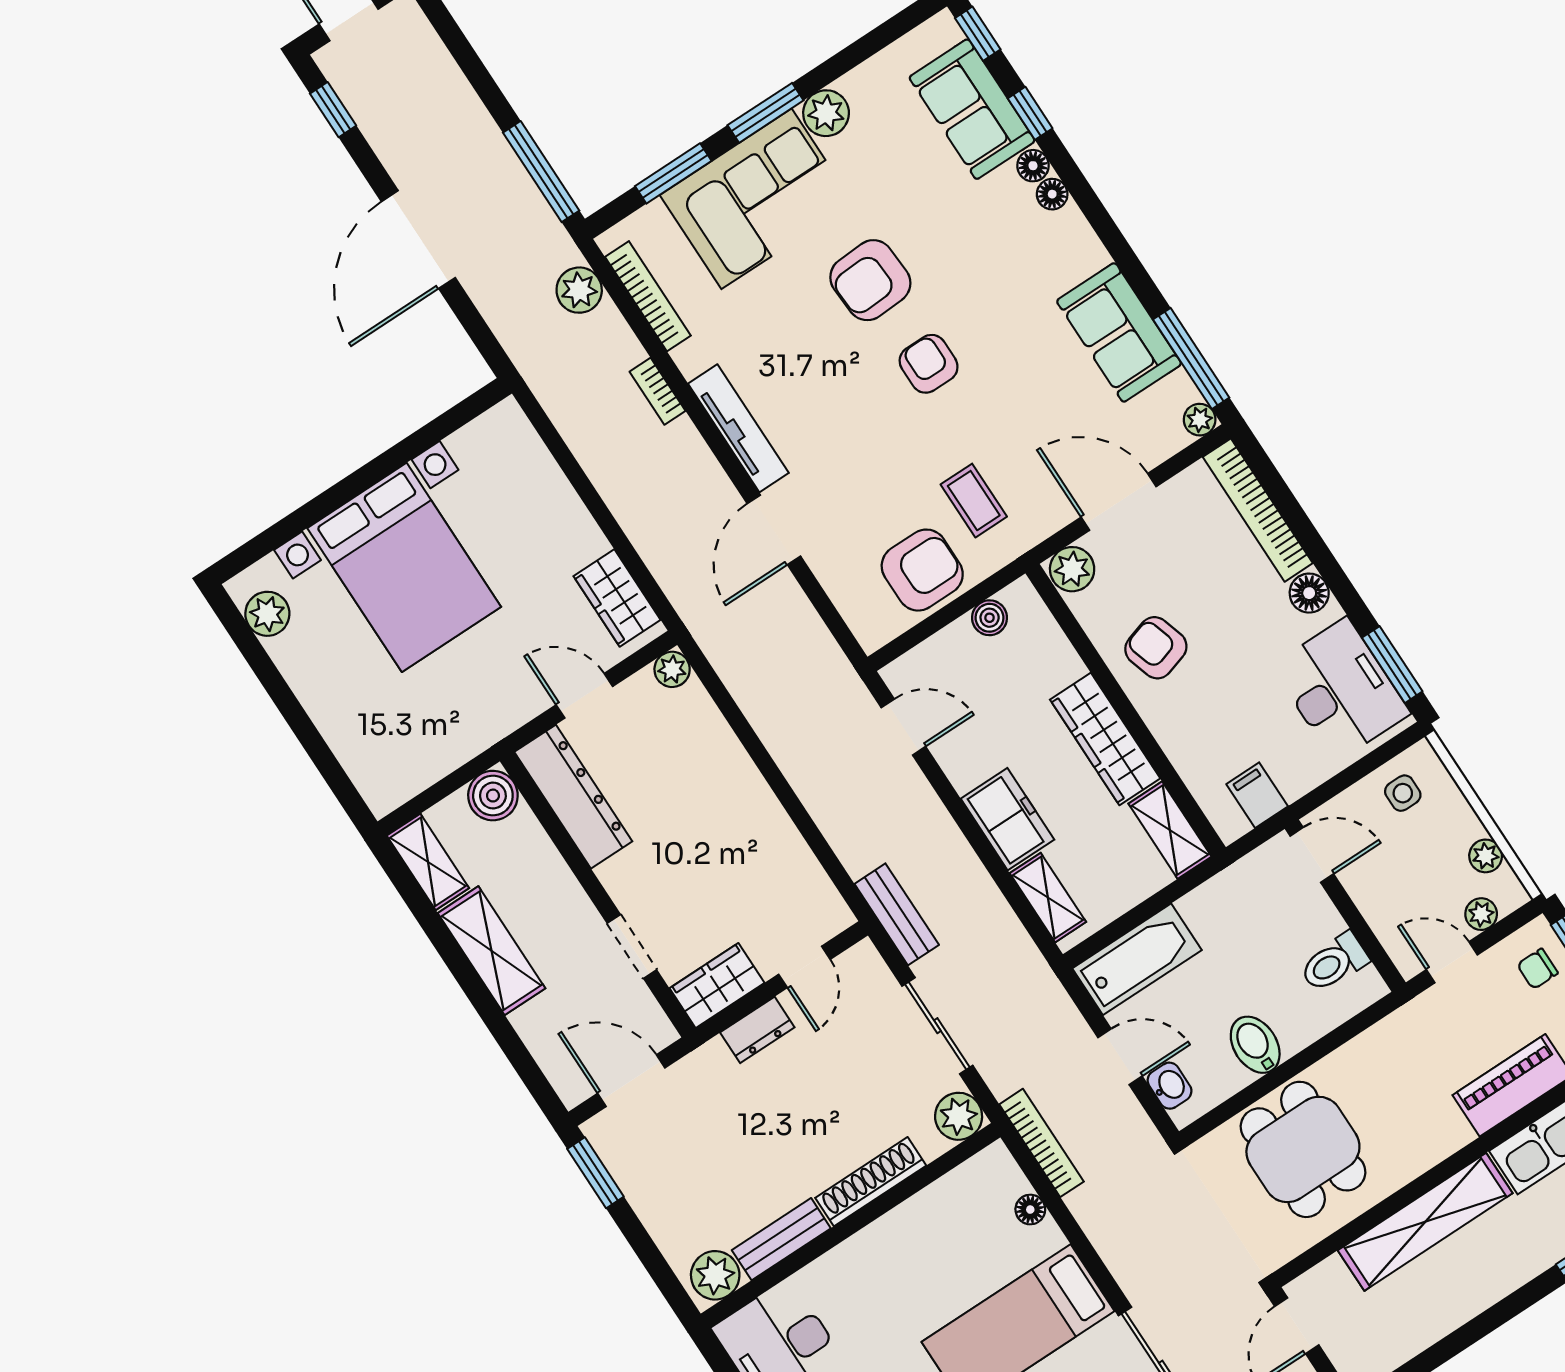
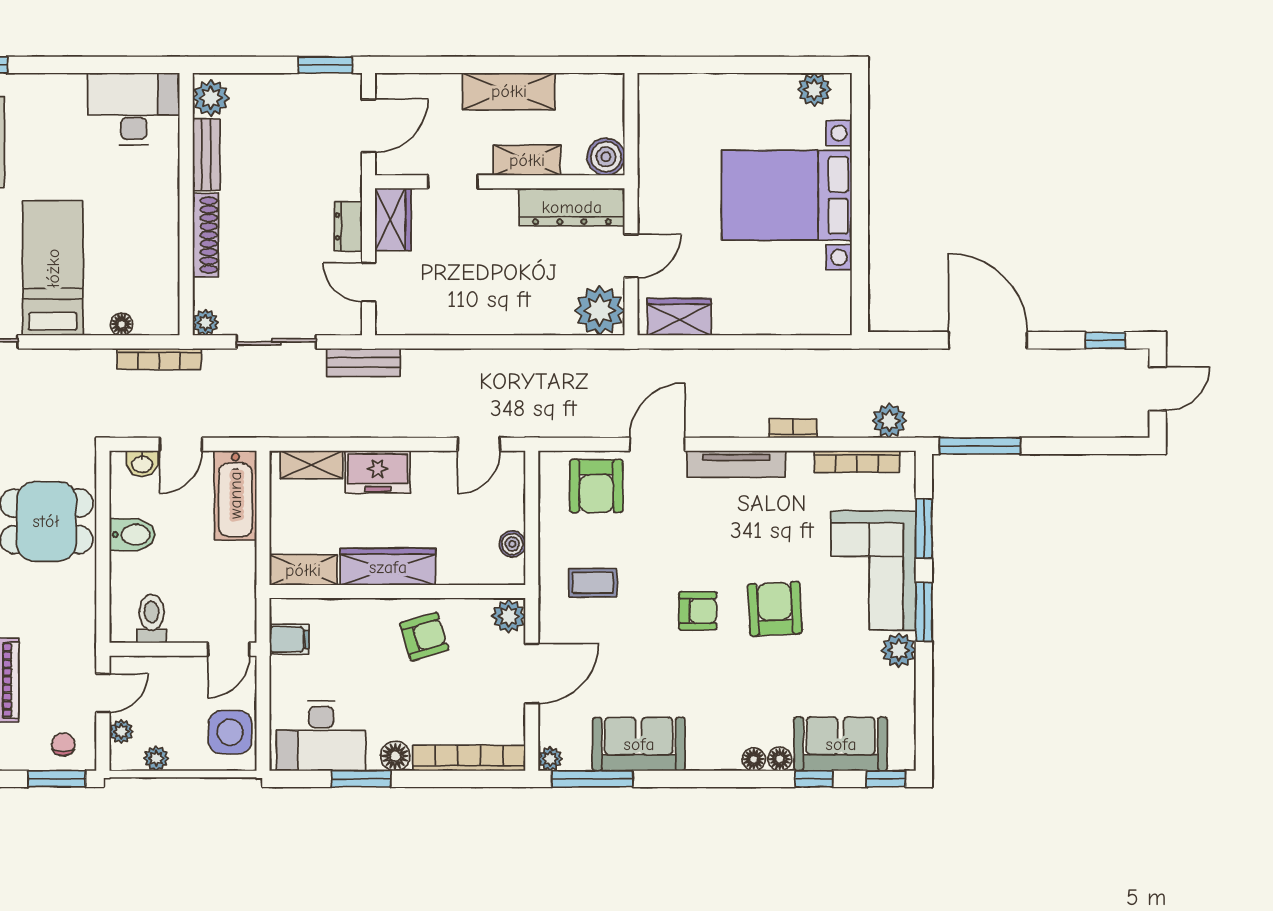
door: (774, 530) -> (657, 444), hinge flipped
armchair: (922, 570) -> (596, 486), moved
window: (1392, 665) -> (361, 779), moved
plant: (672, 669) -> (600, 310), width x1.87, depth x1.87
side table: (1403, 793) -> (230, 732), width x1.87, depth x1.87
shelving: (428, 862) -> (527, 160), moved
plant: (959, 1116) -> (205, 323), width x0.73, depth x0.73

